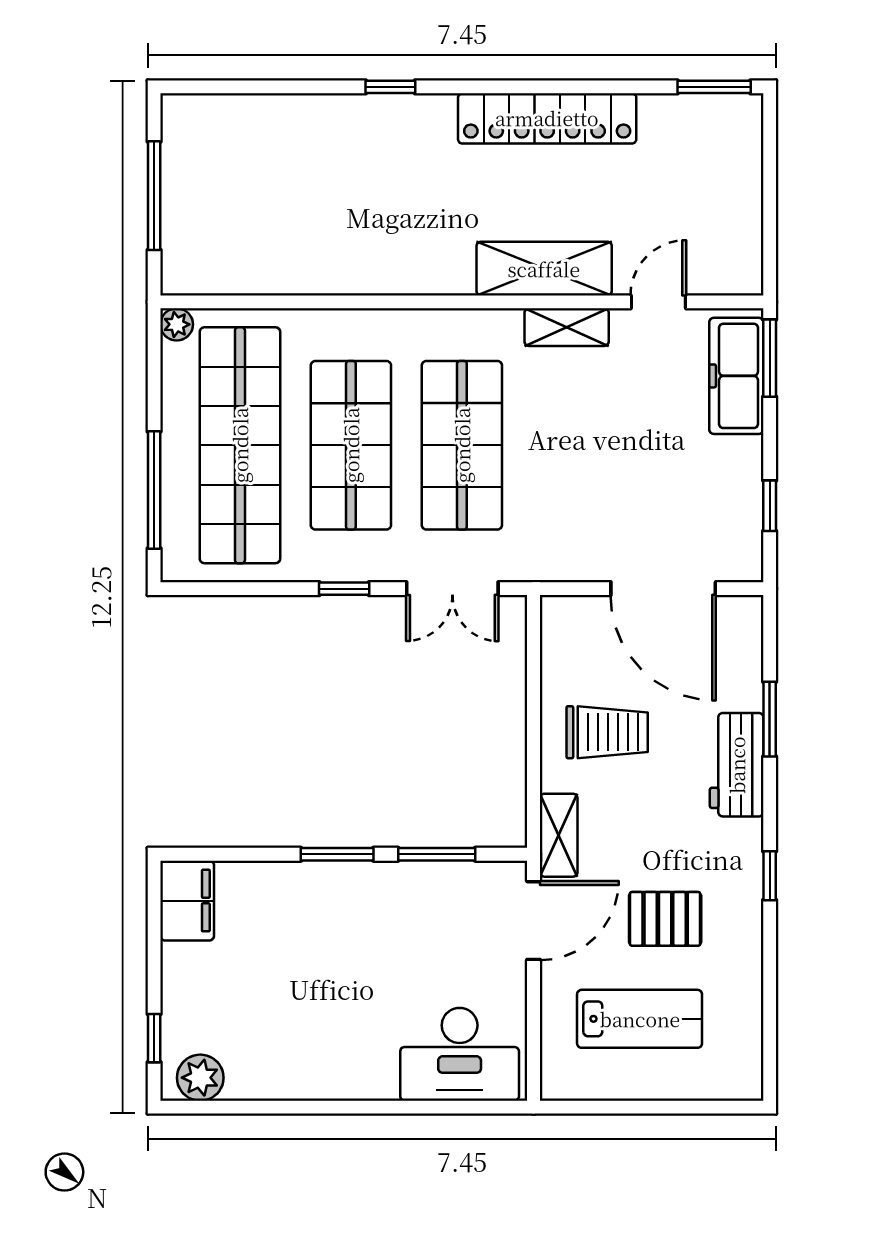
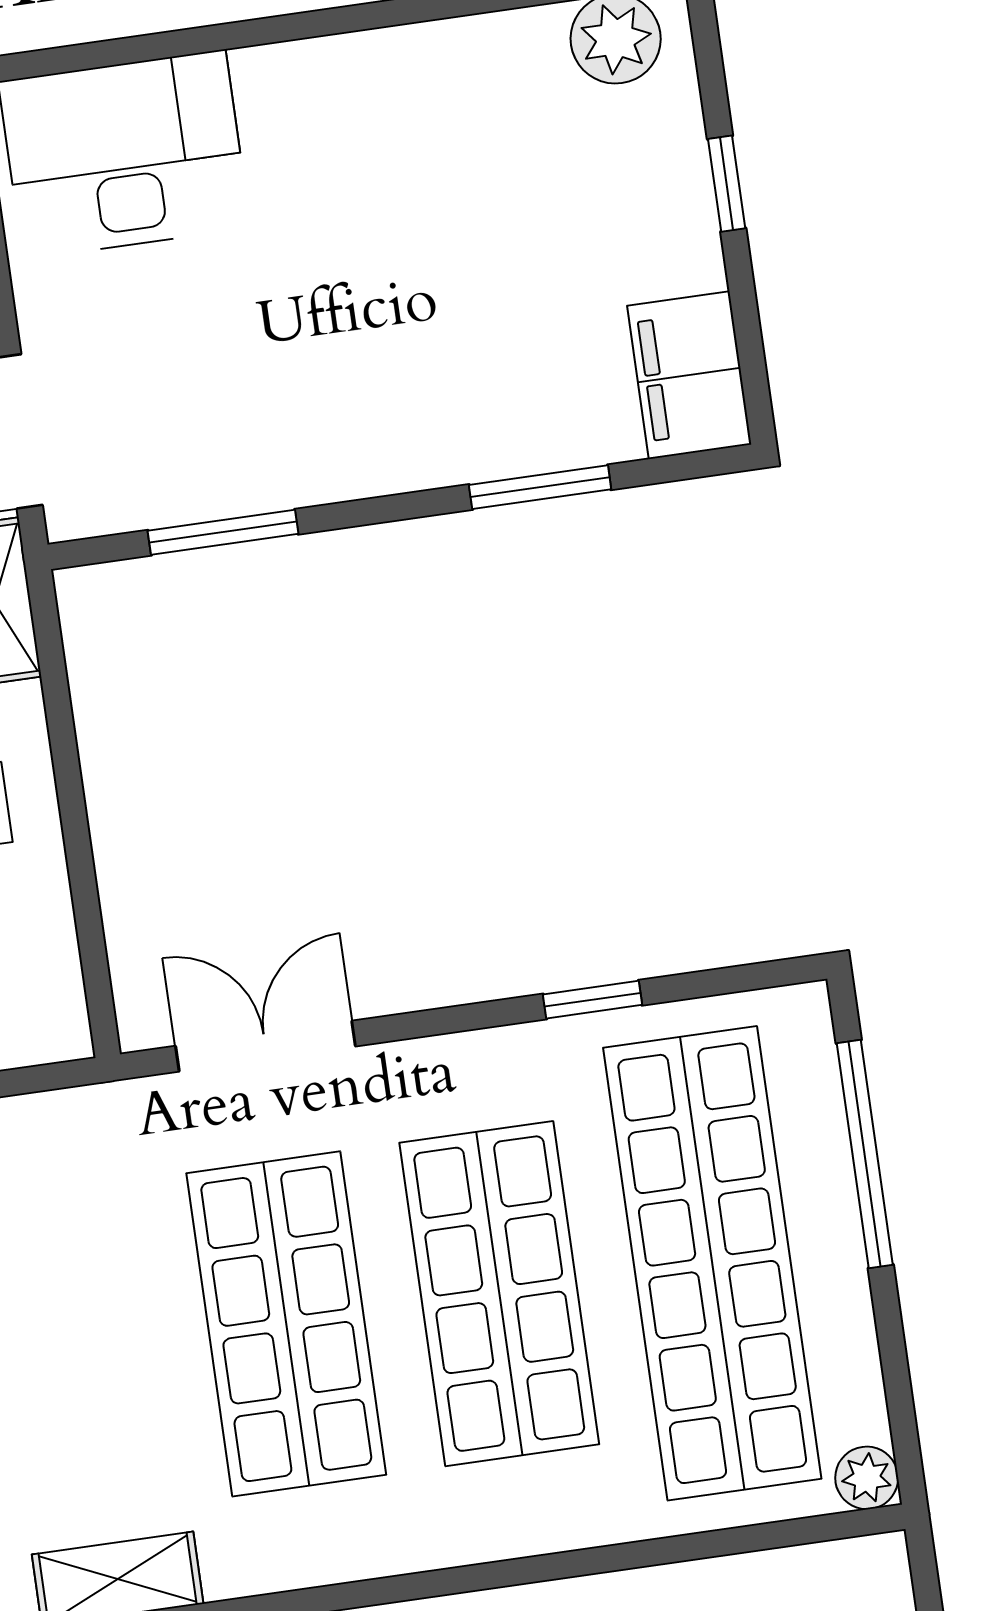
window: (344, 589) -> (592, 1000), moved
window: (337, 854) -> (540, 487), moved
window: (154, 1038) -> (727, 184), moved

